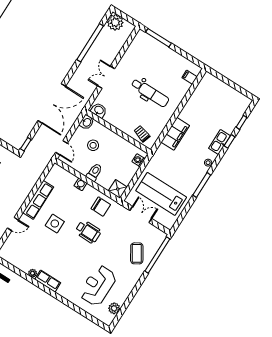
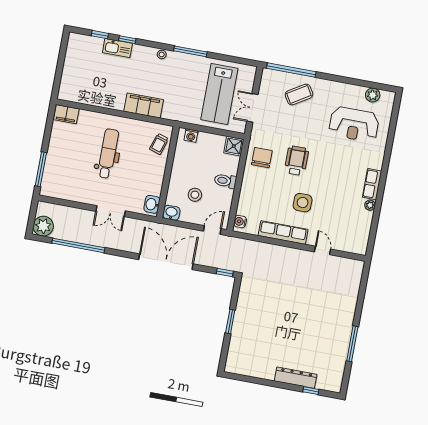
filing cabinet: (190, 77) -> (66, 114), width x2.00
kitchen sink: (219, 142) -> (117, 48), moved
water cooler: (80, 184) -> (240, 222), moved

